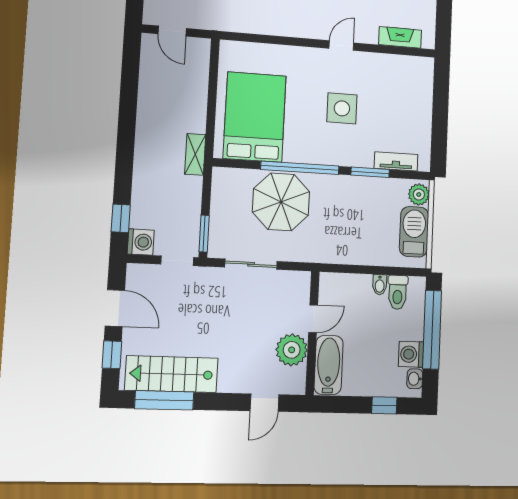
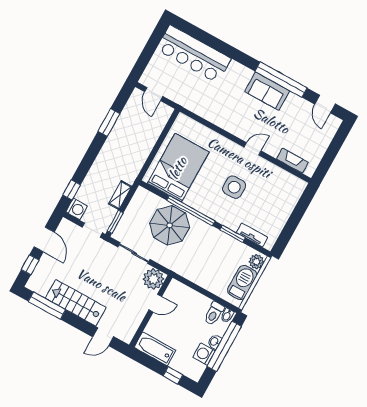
window: (128, 99) -> (109, 122), added
shelving: (195, 154) -> (120, 195), moved
bidet: (380, 285) -> (227, 316), moved
plant: (292, 350) -> (153, 279), moved
bathtub: (329, 365) -> (155, 349), moved, turned -90
stairs: (172, 374) -> (76, 303), moved
washbasin: (415, 379) -> (214, 342), moved

